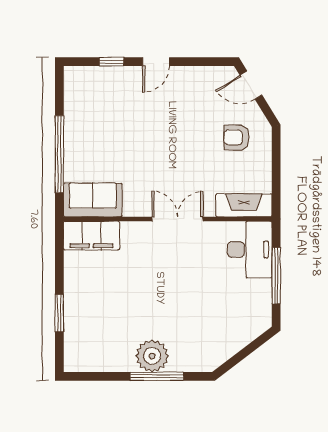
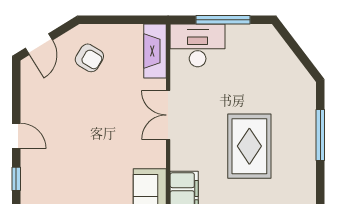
armchair: (237, 137) -> (89, 58), turned -59
rug: (145, 303) -> (249, 146), added
plant: (152, 356) -> (300, 140), removed

